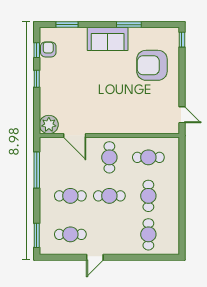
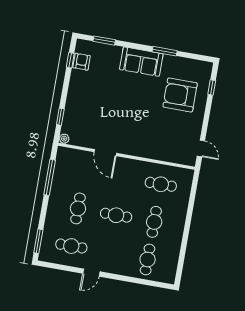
window: (182, 40) -> (212, 87), moved
window: (37, 79) -> (60, 117), moved
plant: (49, 125) -> (64, 139), width x0.53, depth x0.53
door: (75, 136) -> (105, 153), moved
cafe table: (109, 157) -> (123, 178), removed
cafe table: (70, 196) -> (78, 208), turned 90

